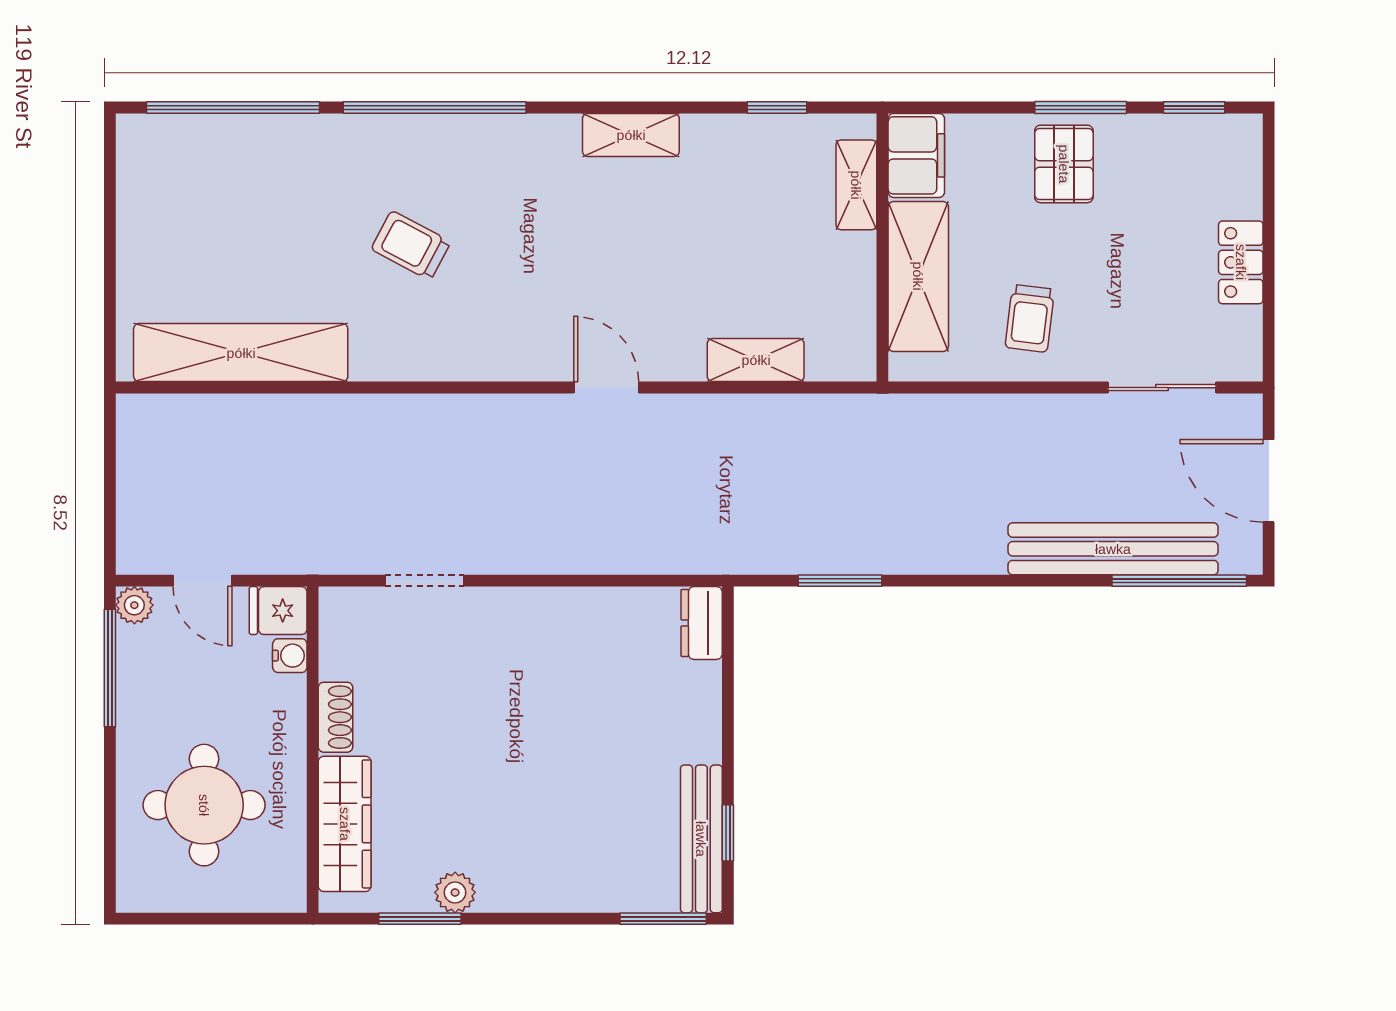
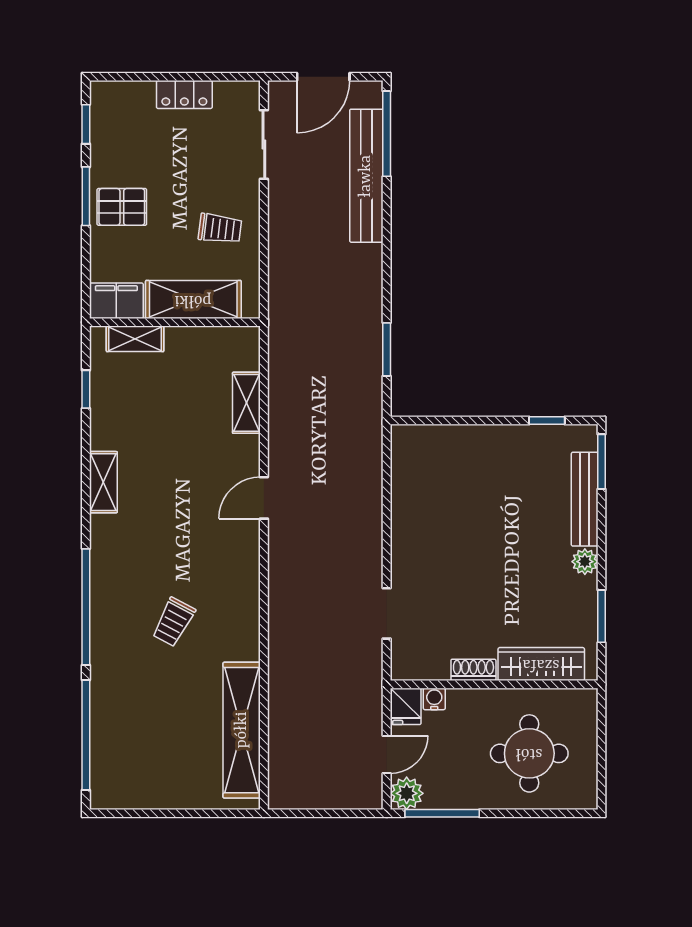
plant: (134, 605) -> (407, 793), width x1.38, depth x1.38
dresser: (702, 623) -> (414, 437), removed
bench: (701, 839) -> (585, 499), moved, turned 90
plant: (455, 892) -> (585, 562), moved

